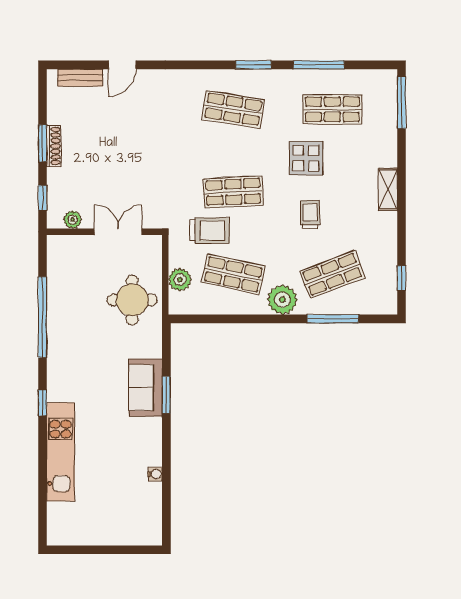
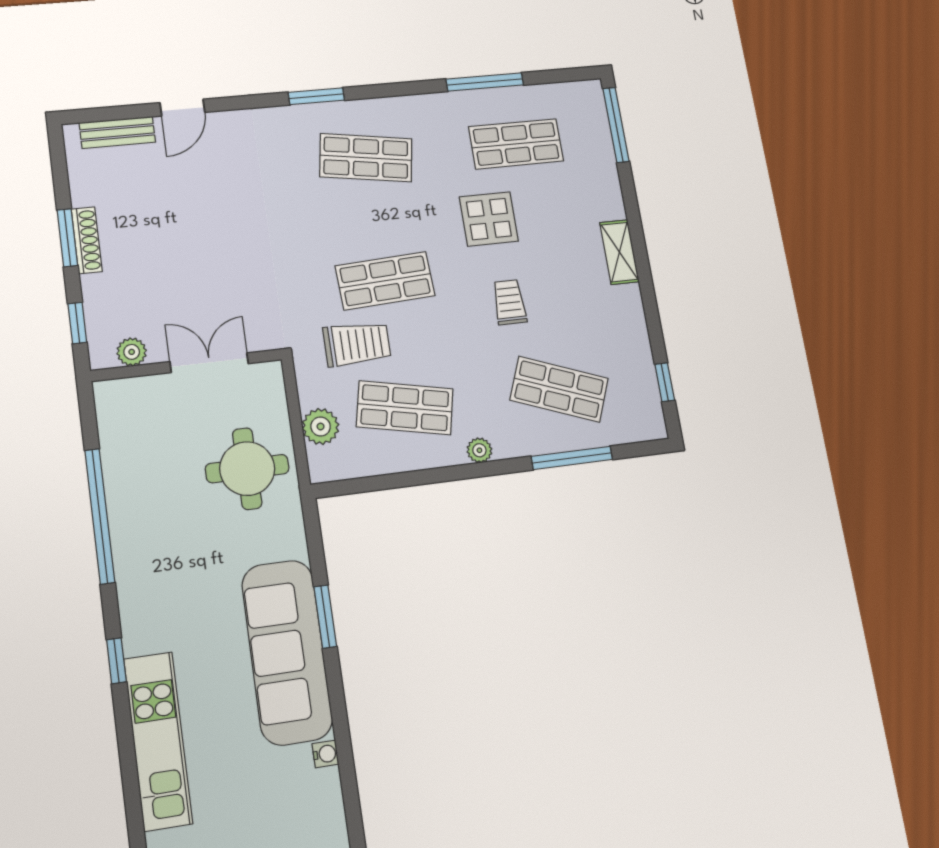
window: (253, 65) -> (316, 96), moved
shop shelf: (332, 274) -> (559, 389), turned 42
plant: (282, 300) -> (479, 450), width x0.53, depth x0.53
sofa: (146, 388) -> (287, 652), width x1.85, depth x1.27

